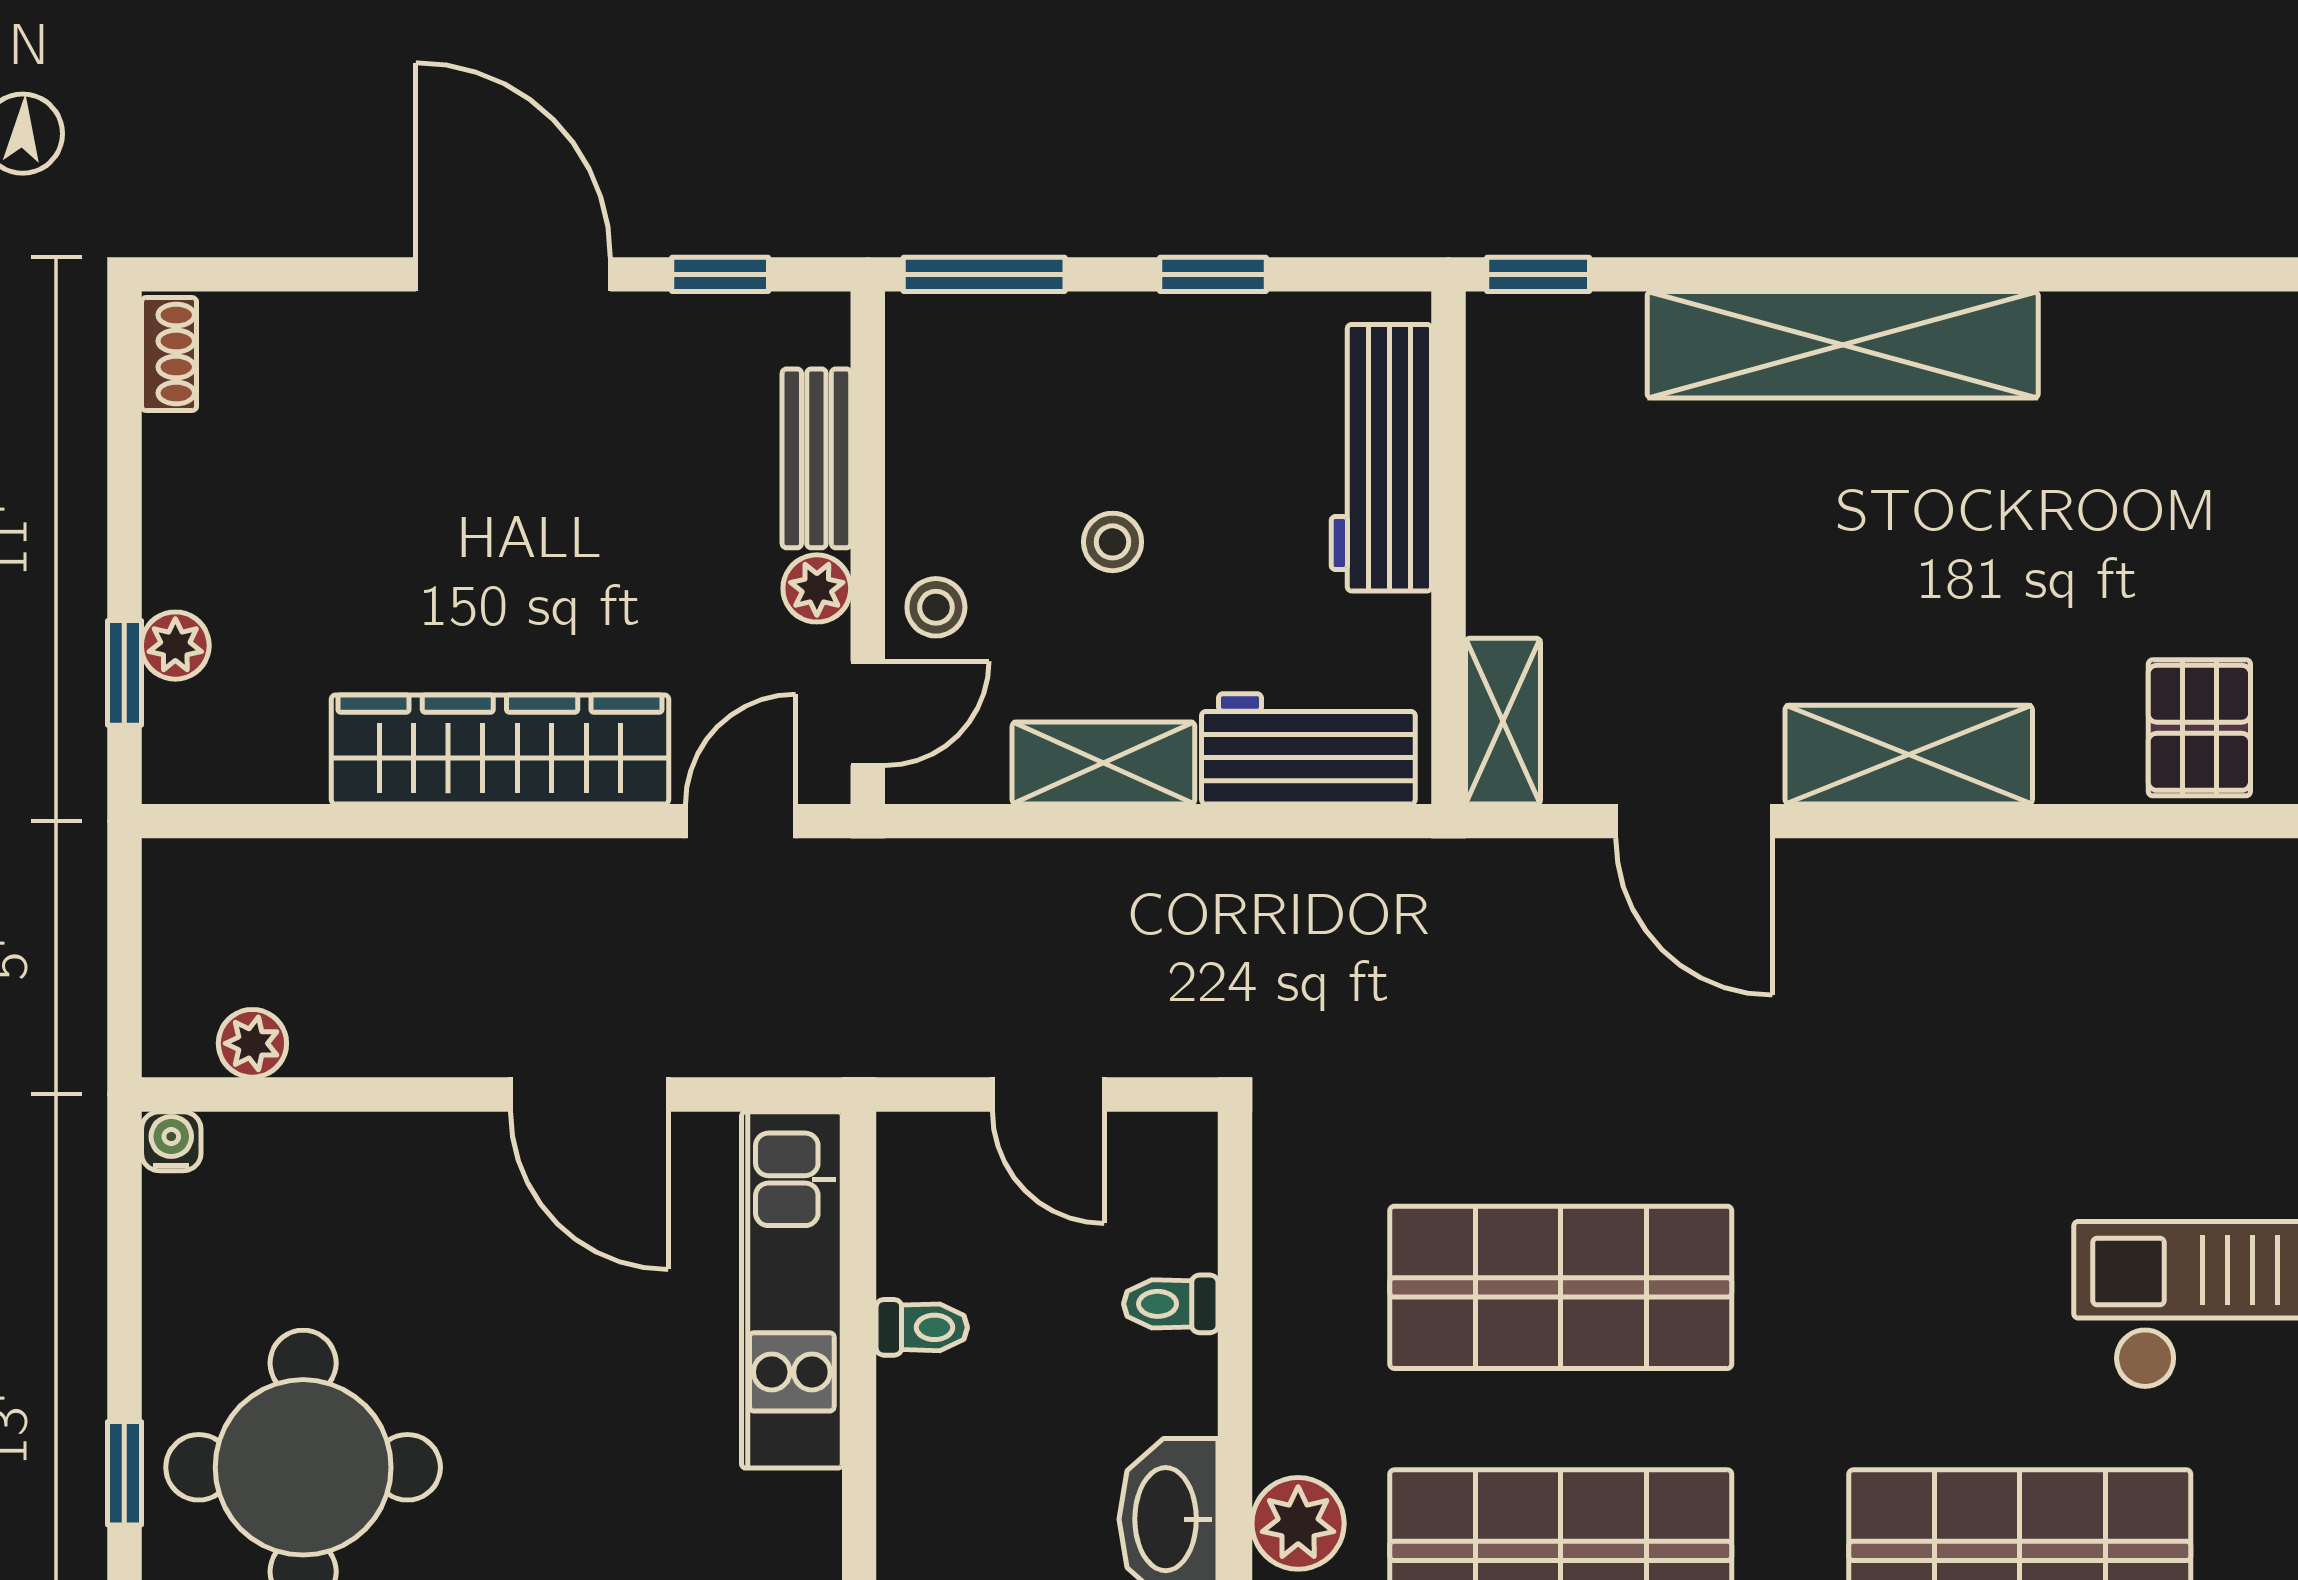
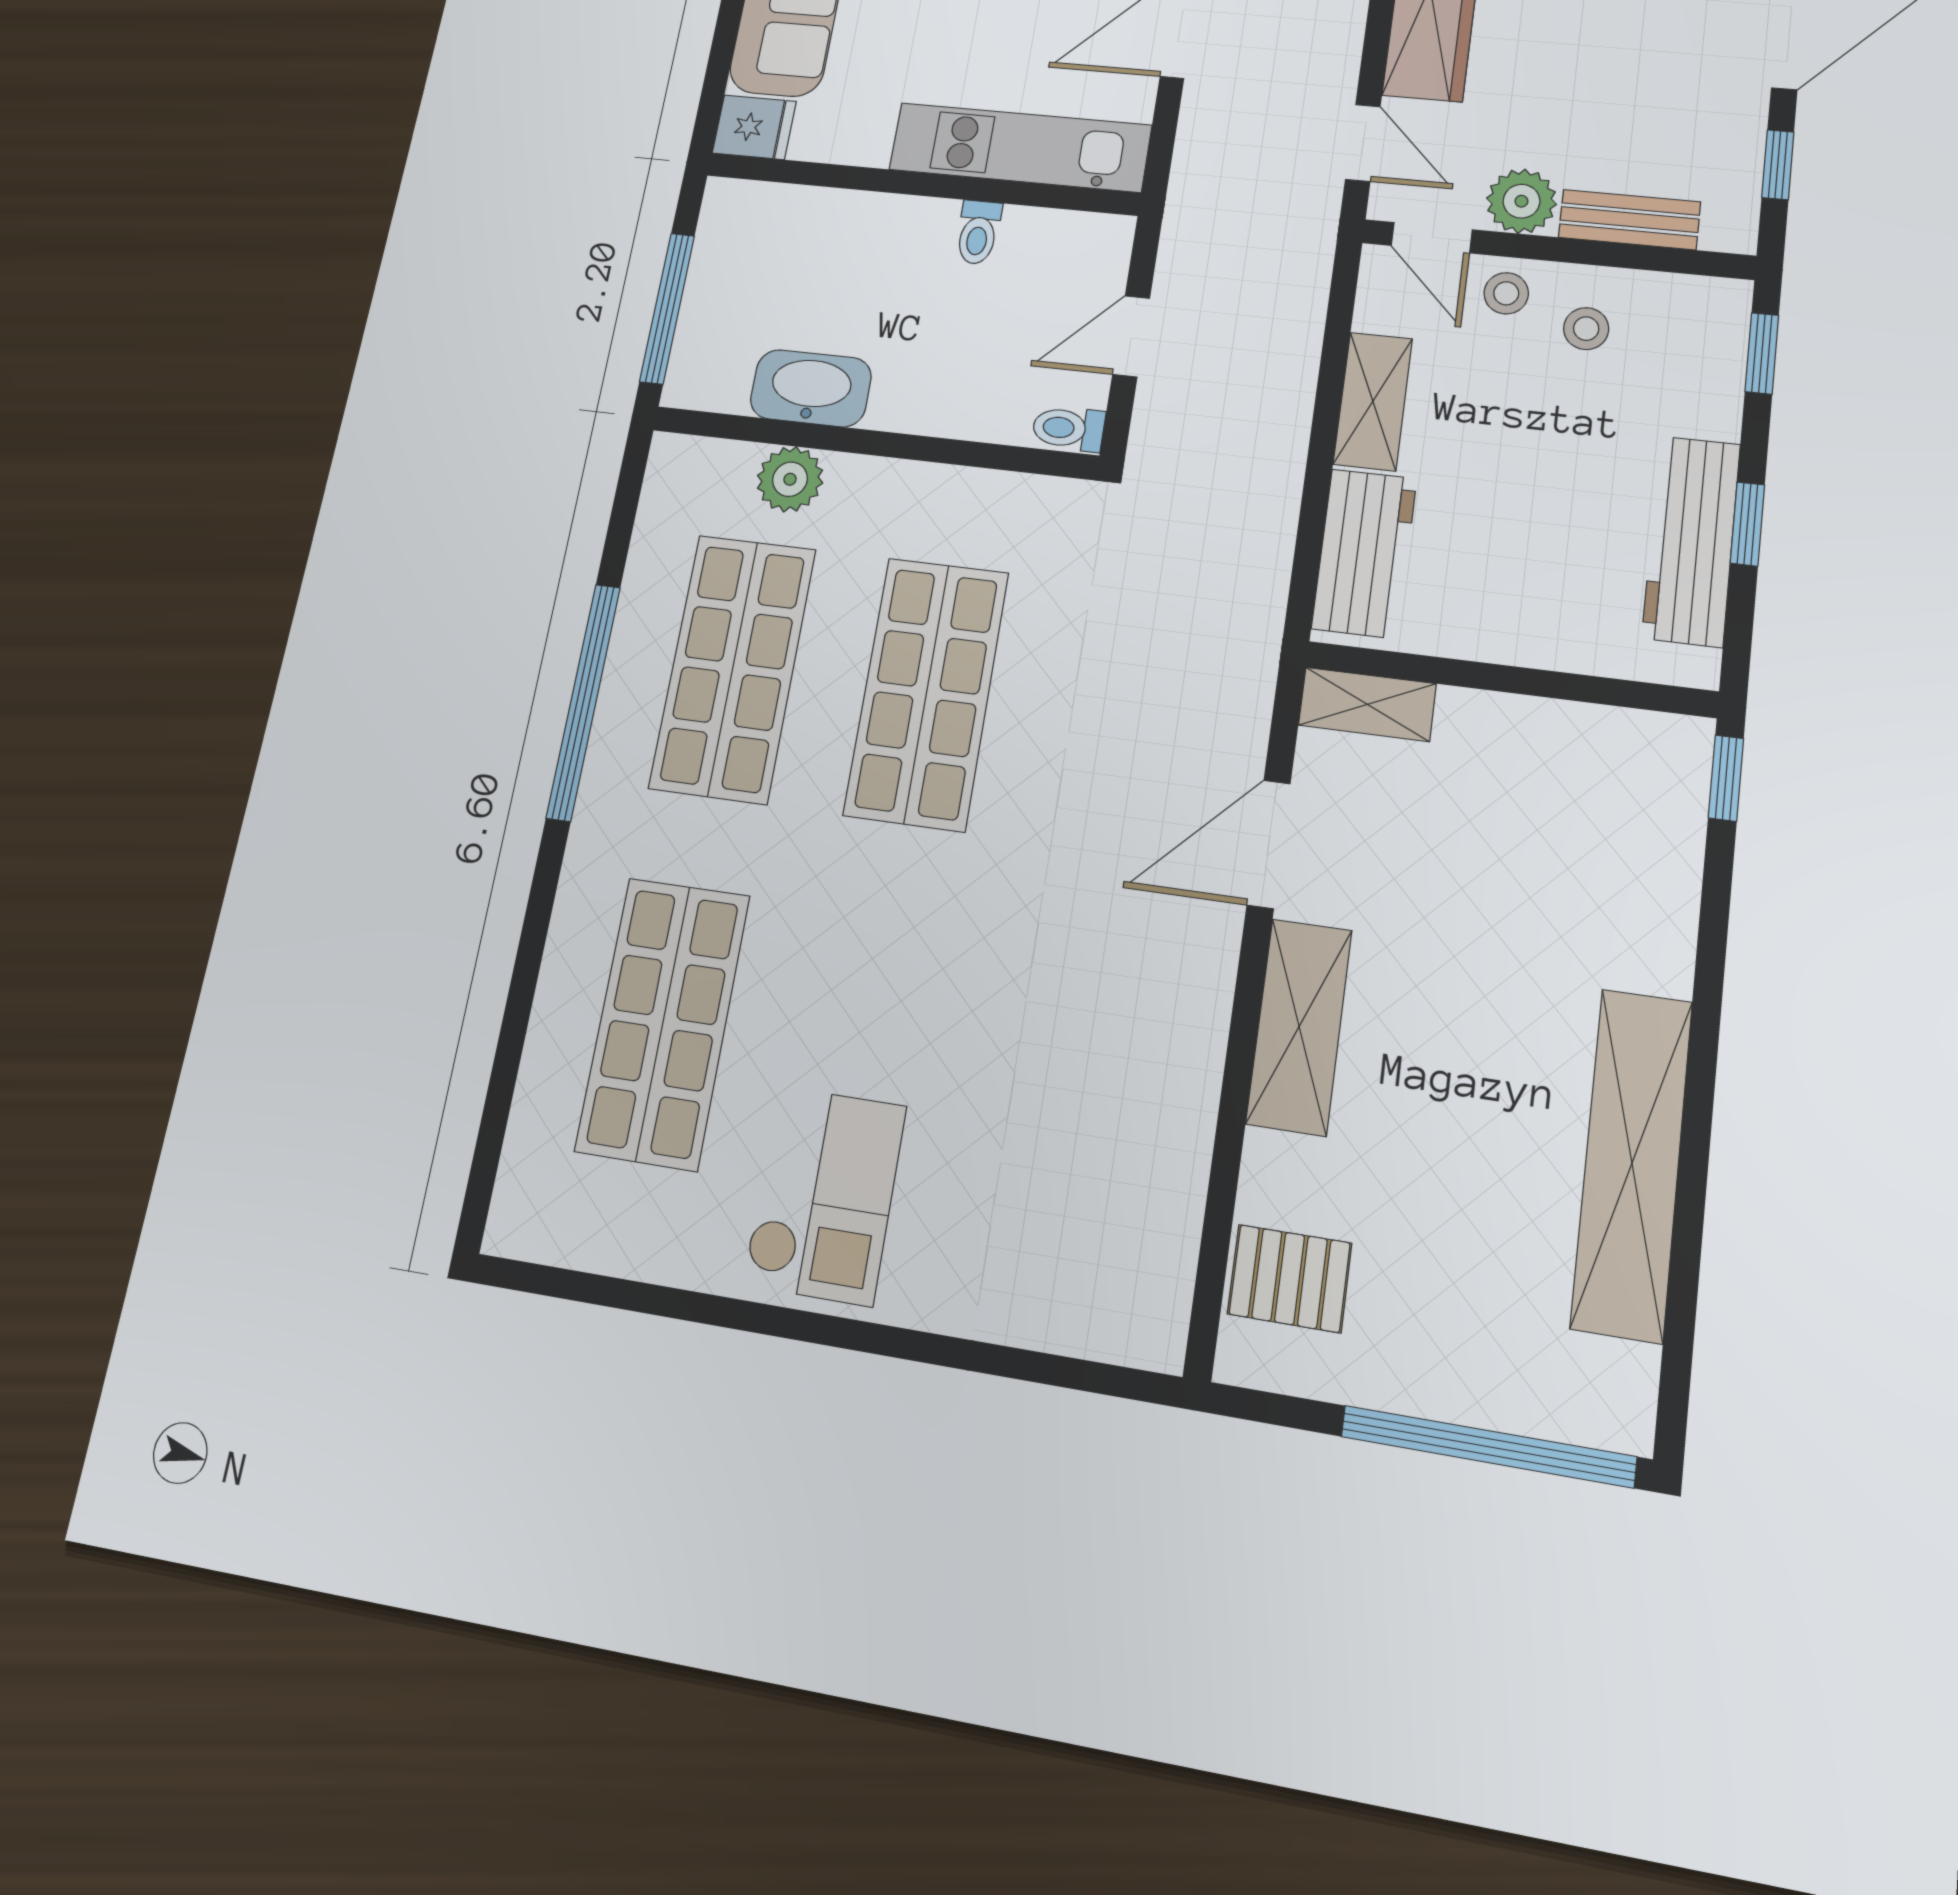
window: (984, 274) -> (1762, 353), width x0.67
shelving: (1843, 345) -> (1632, 1163), moved
workbench: (1381, 458) -> (1691, 541), moved, turned -90
stool: (1113, 542) -> (1586, 329), moved
plant: (817, 588) -> (1521, 201), width x1.38, depth x1.38
toilet: (1171, 1304) -> (1068, 428), moved, turned -90

